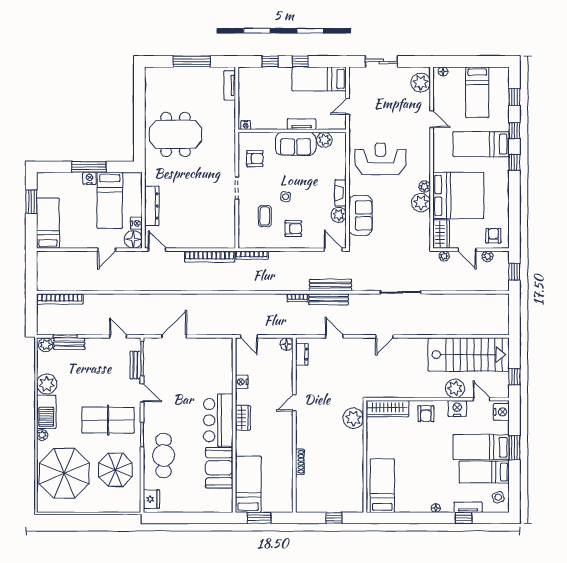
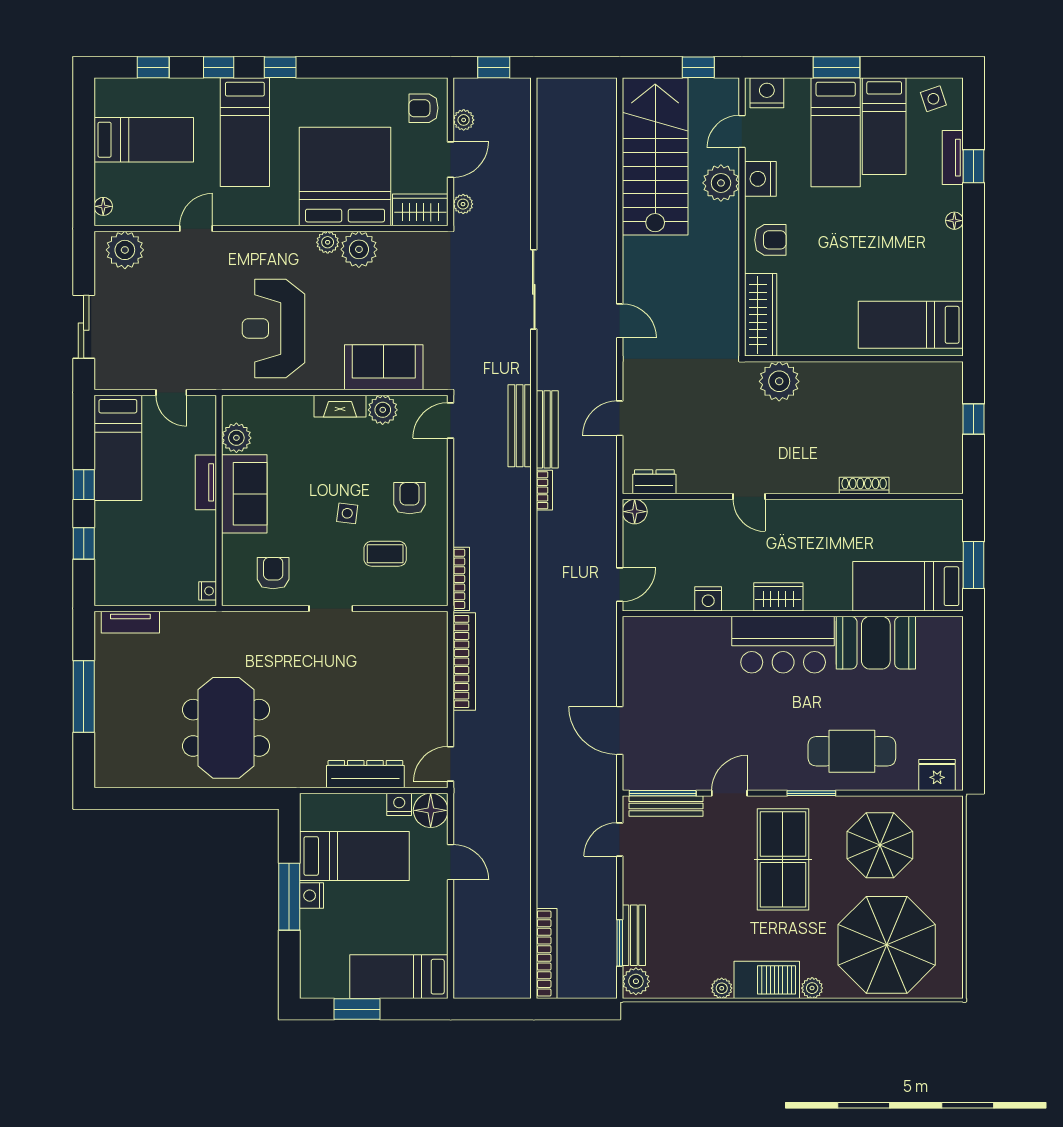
bench: (135, 365) -> (666, 806), width x1.36
plant: (47, 384) -> (722, 988), width x0.53, depth x0.53

